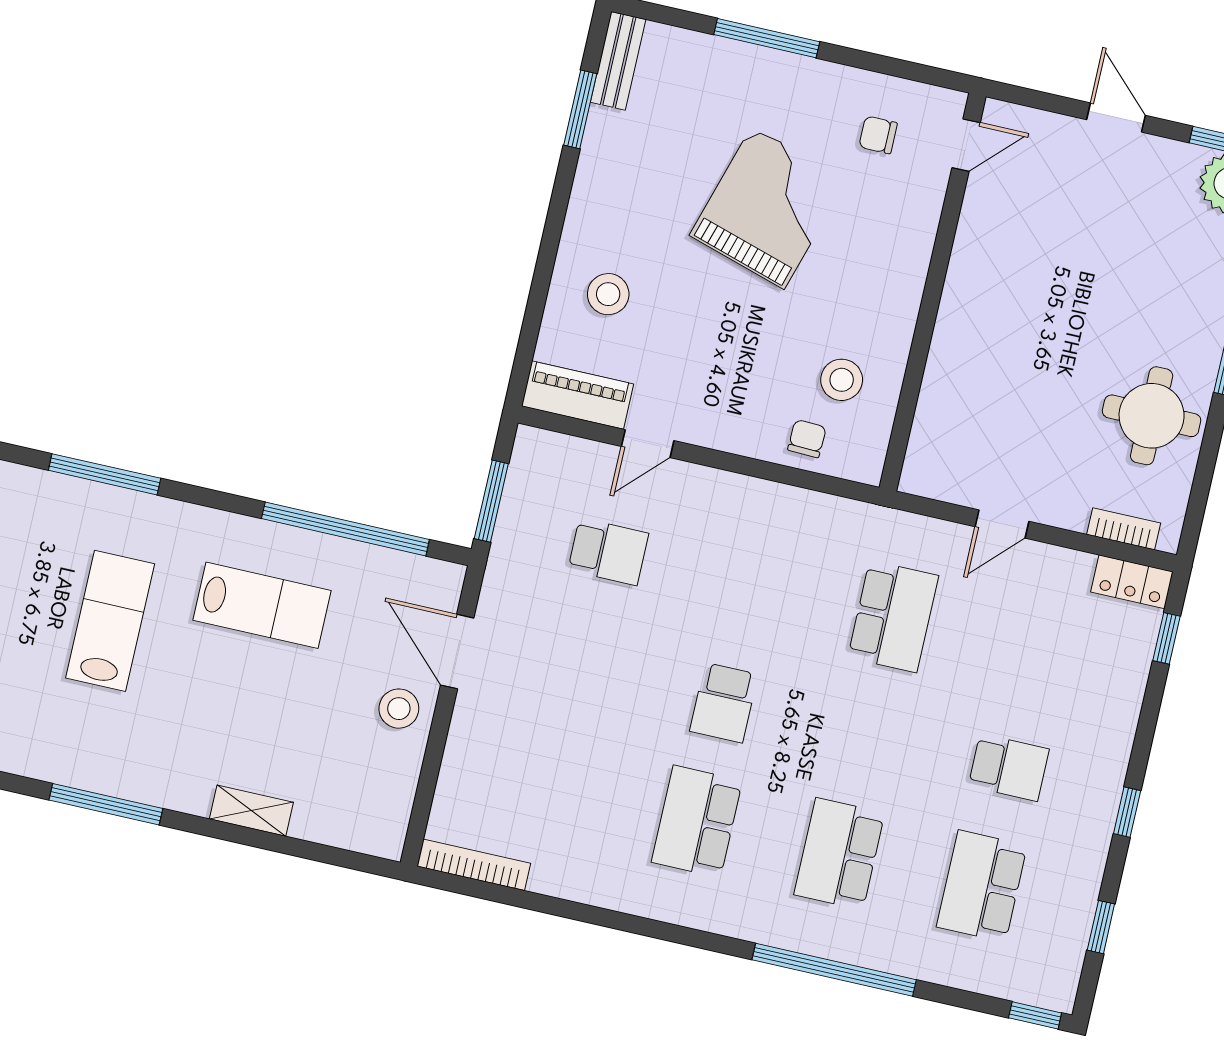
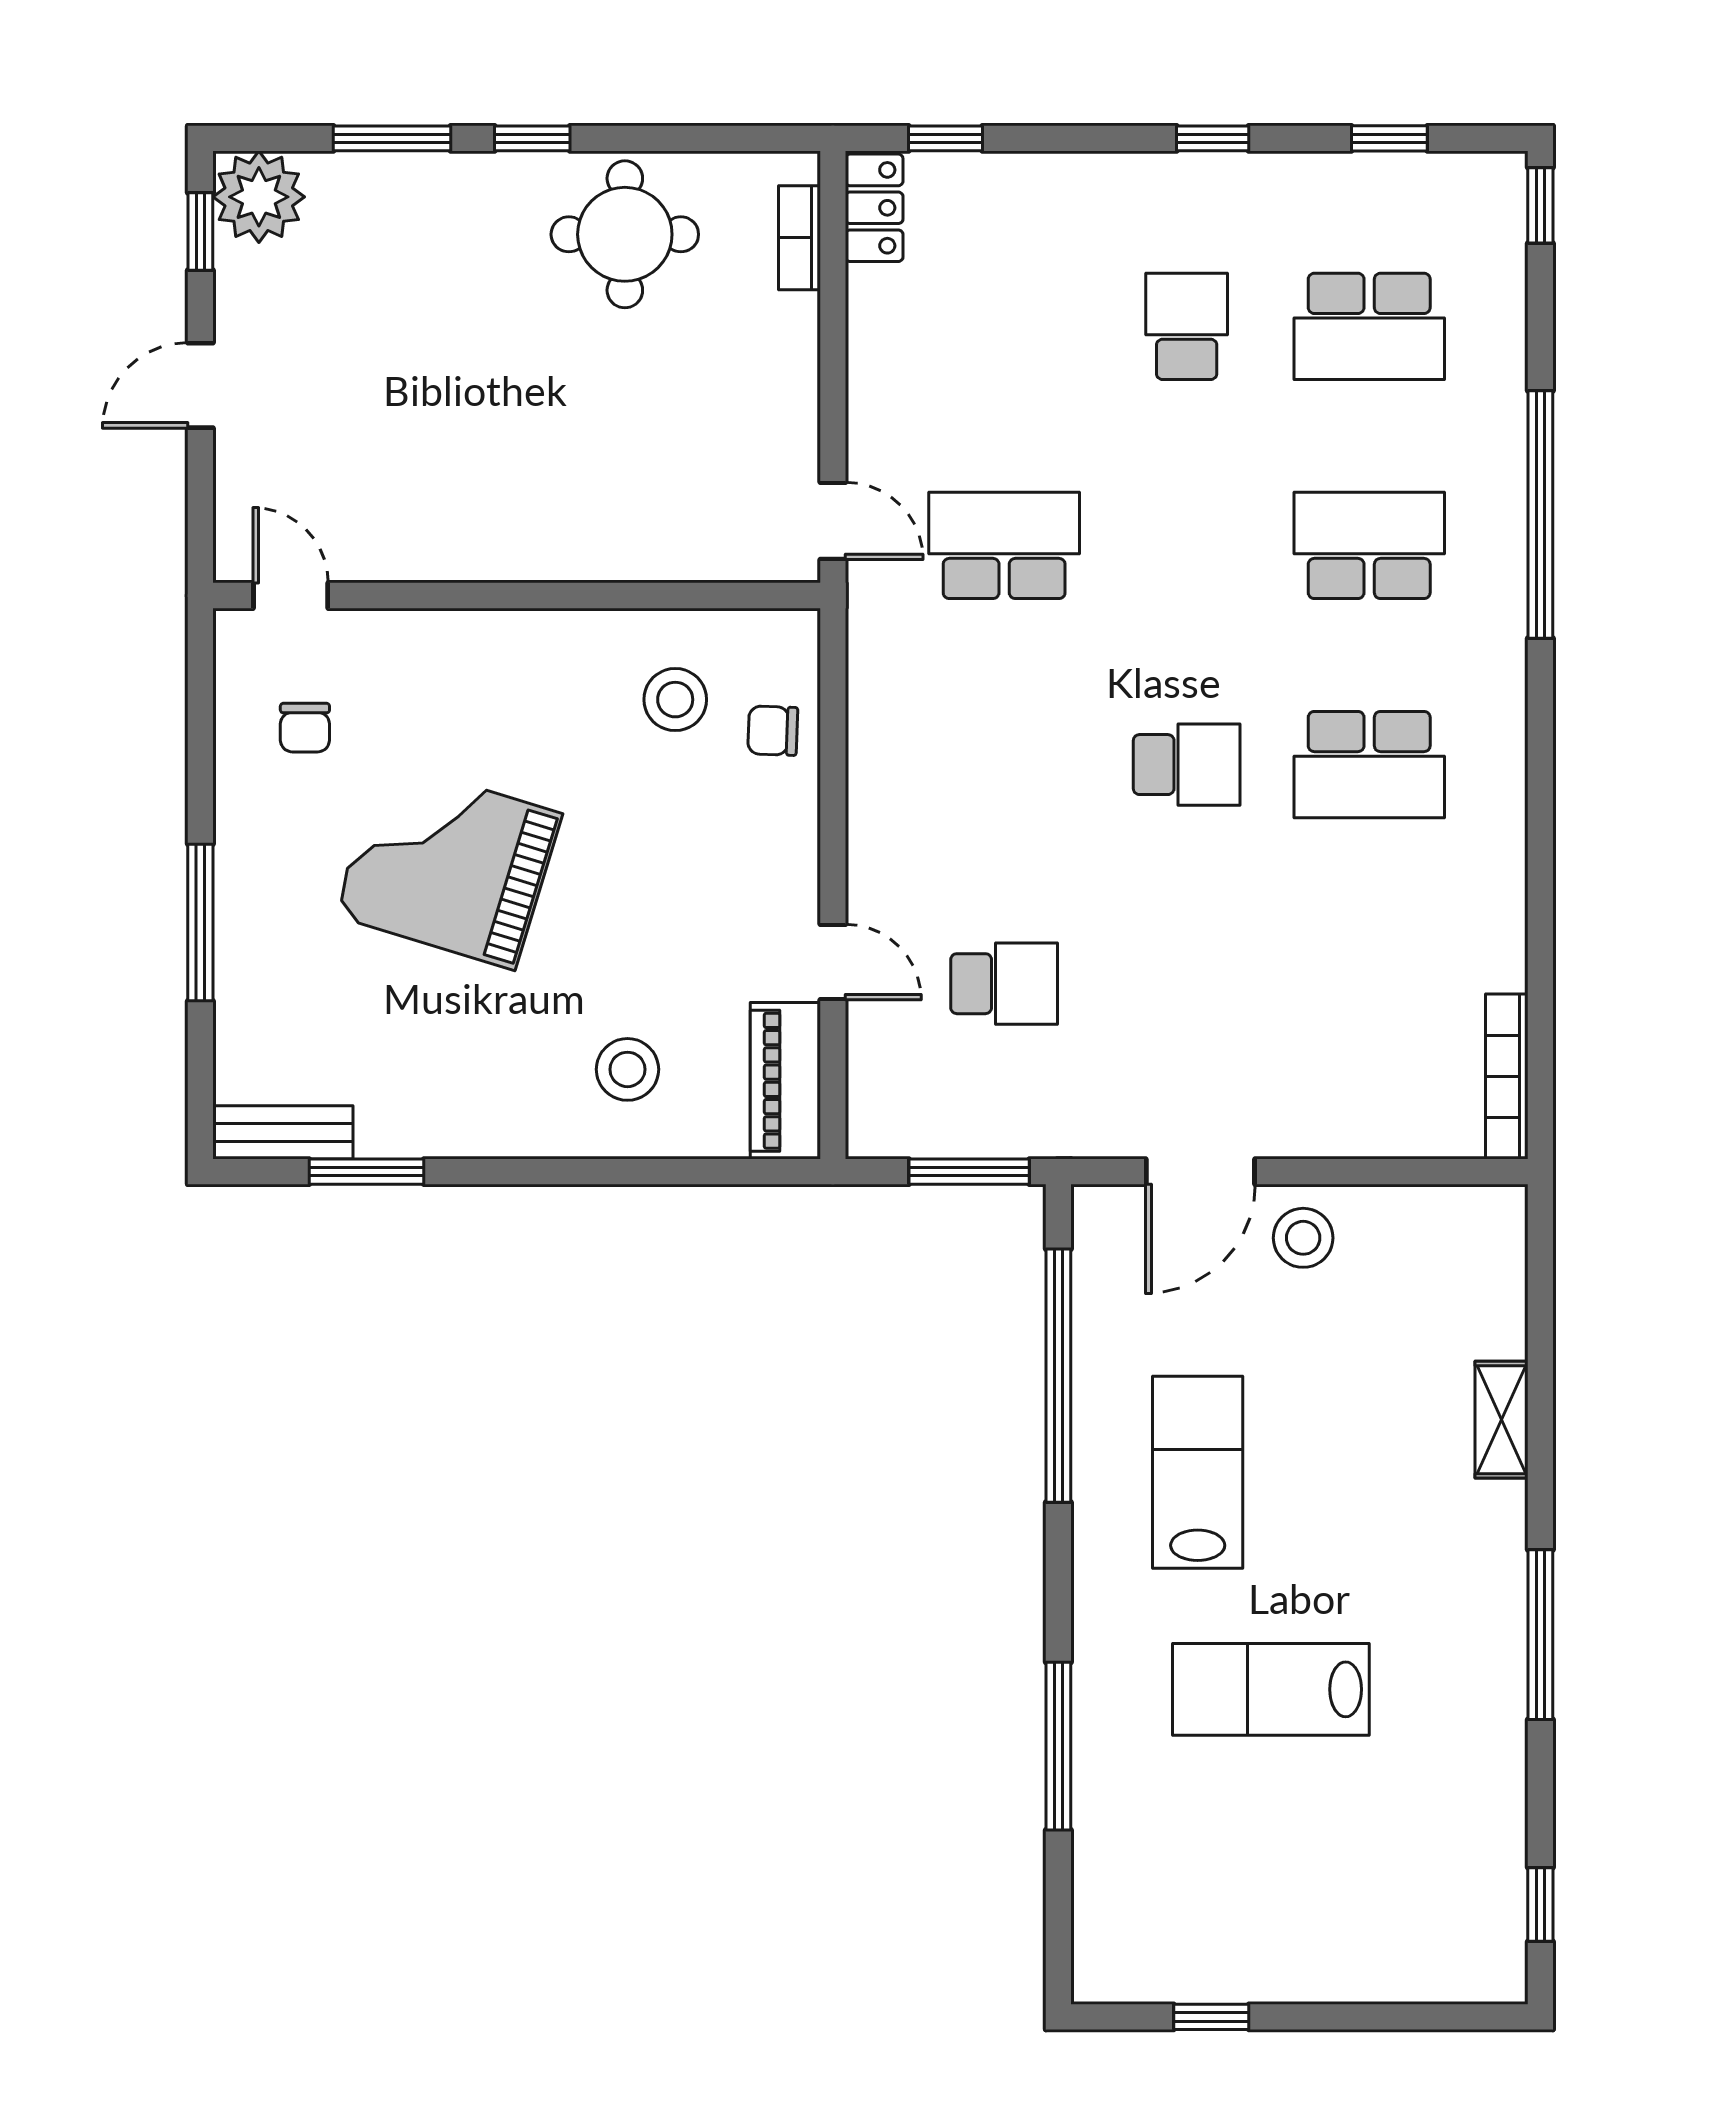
door: (1002, 524) -> (833, 521), moved
school desk: (608, 552) -> (1004, 984), turned 90
school desk: (839, 854) -> (1369, 545), turned 180

